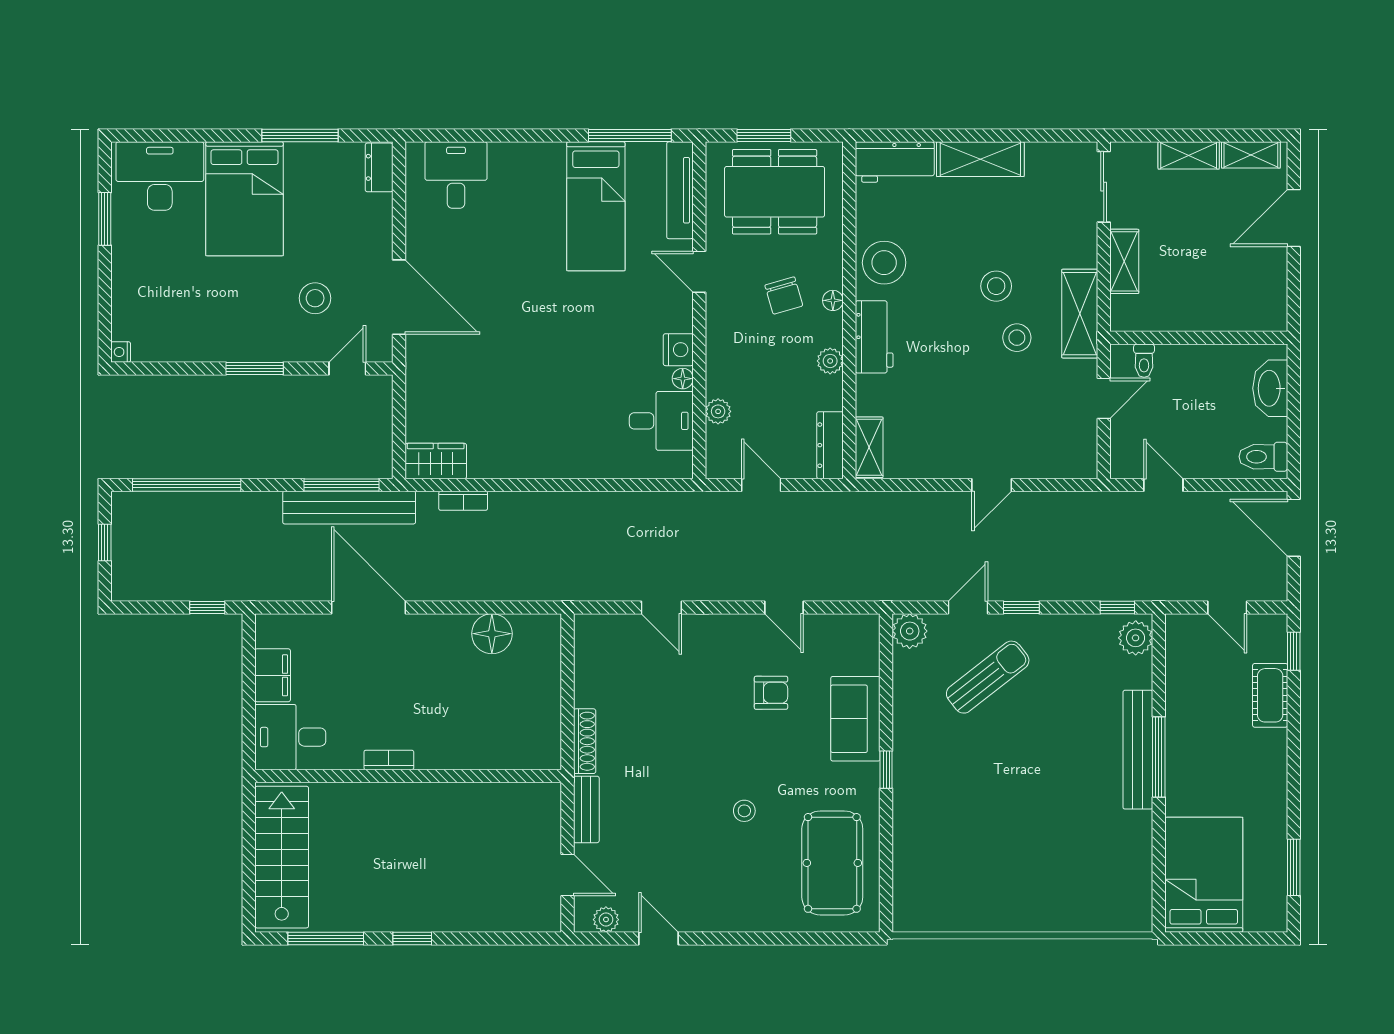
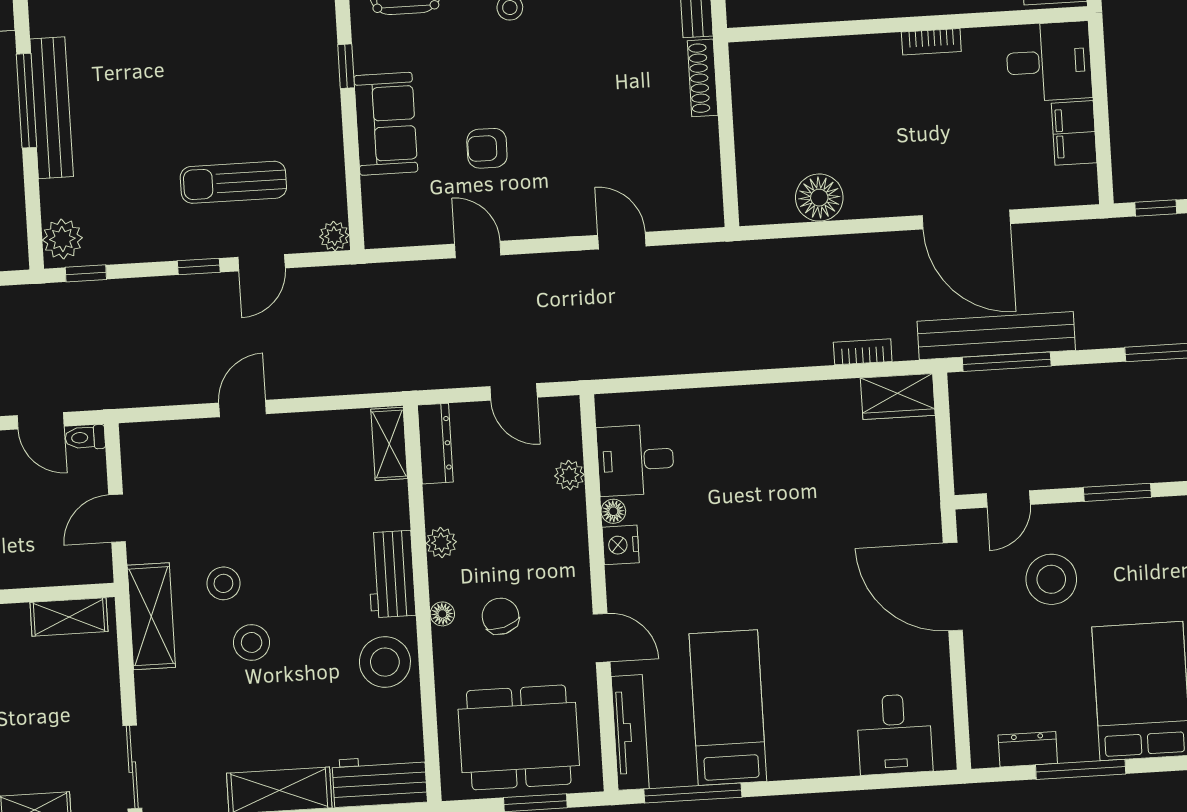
dresser: (379, 167) -> (1028, 749), moved, turned -90
shelving: (1124, 261) -> (69, 617), moved, turned 90
stool: (315, 298) -> (1051, 579), width x1.38, depth x1.38
toilet: (1144, 361) -> (85, 437), moved, turned -90
plant: (910, 631) -> (334, 236), width x0.73, depth x0.73
sun lounger: (988, 677) -> (233, 182), turned 38

